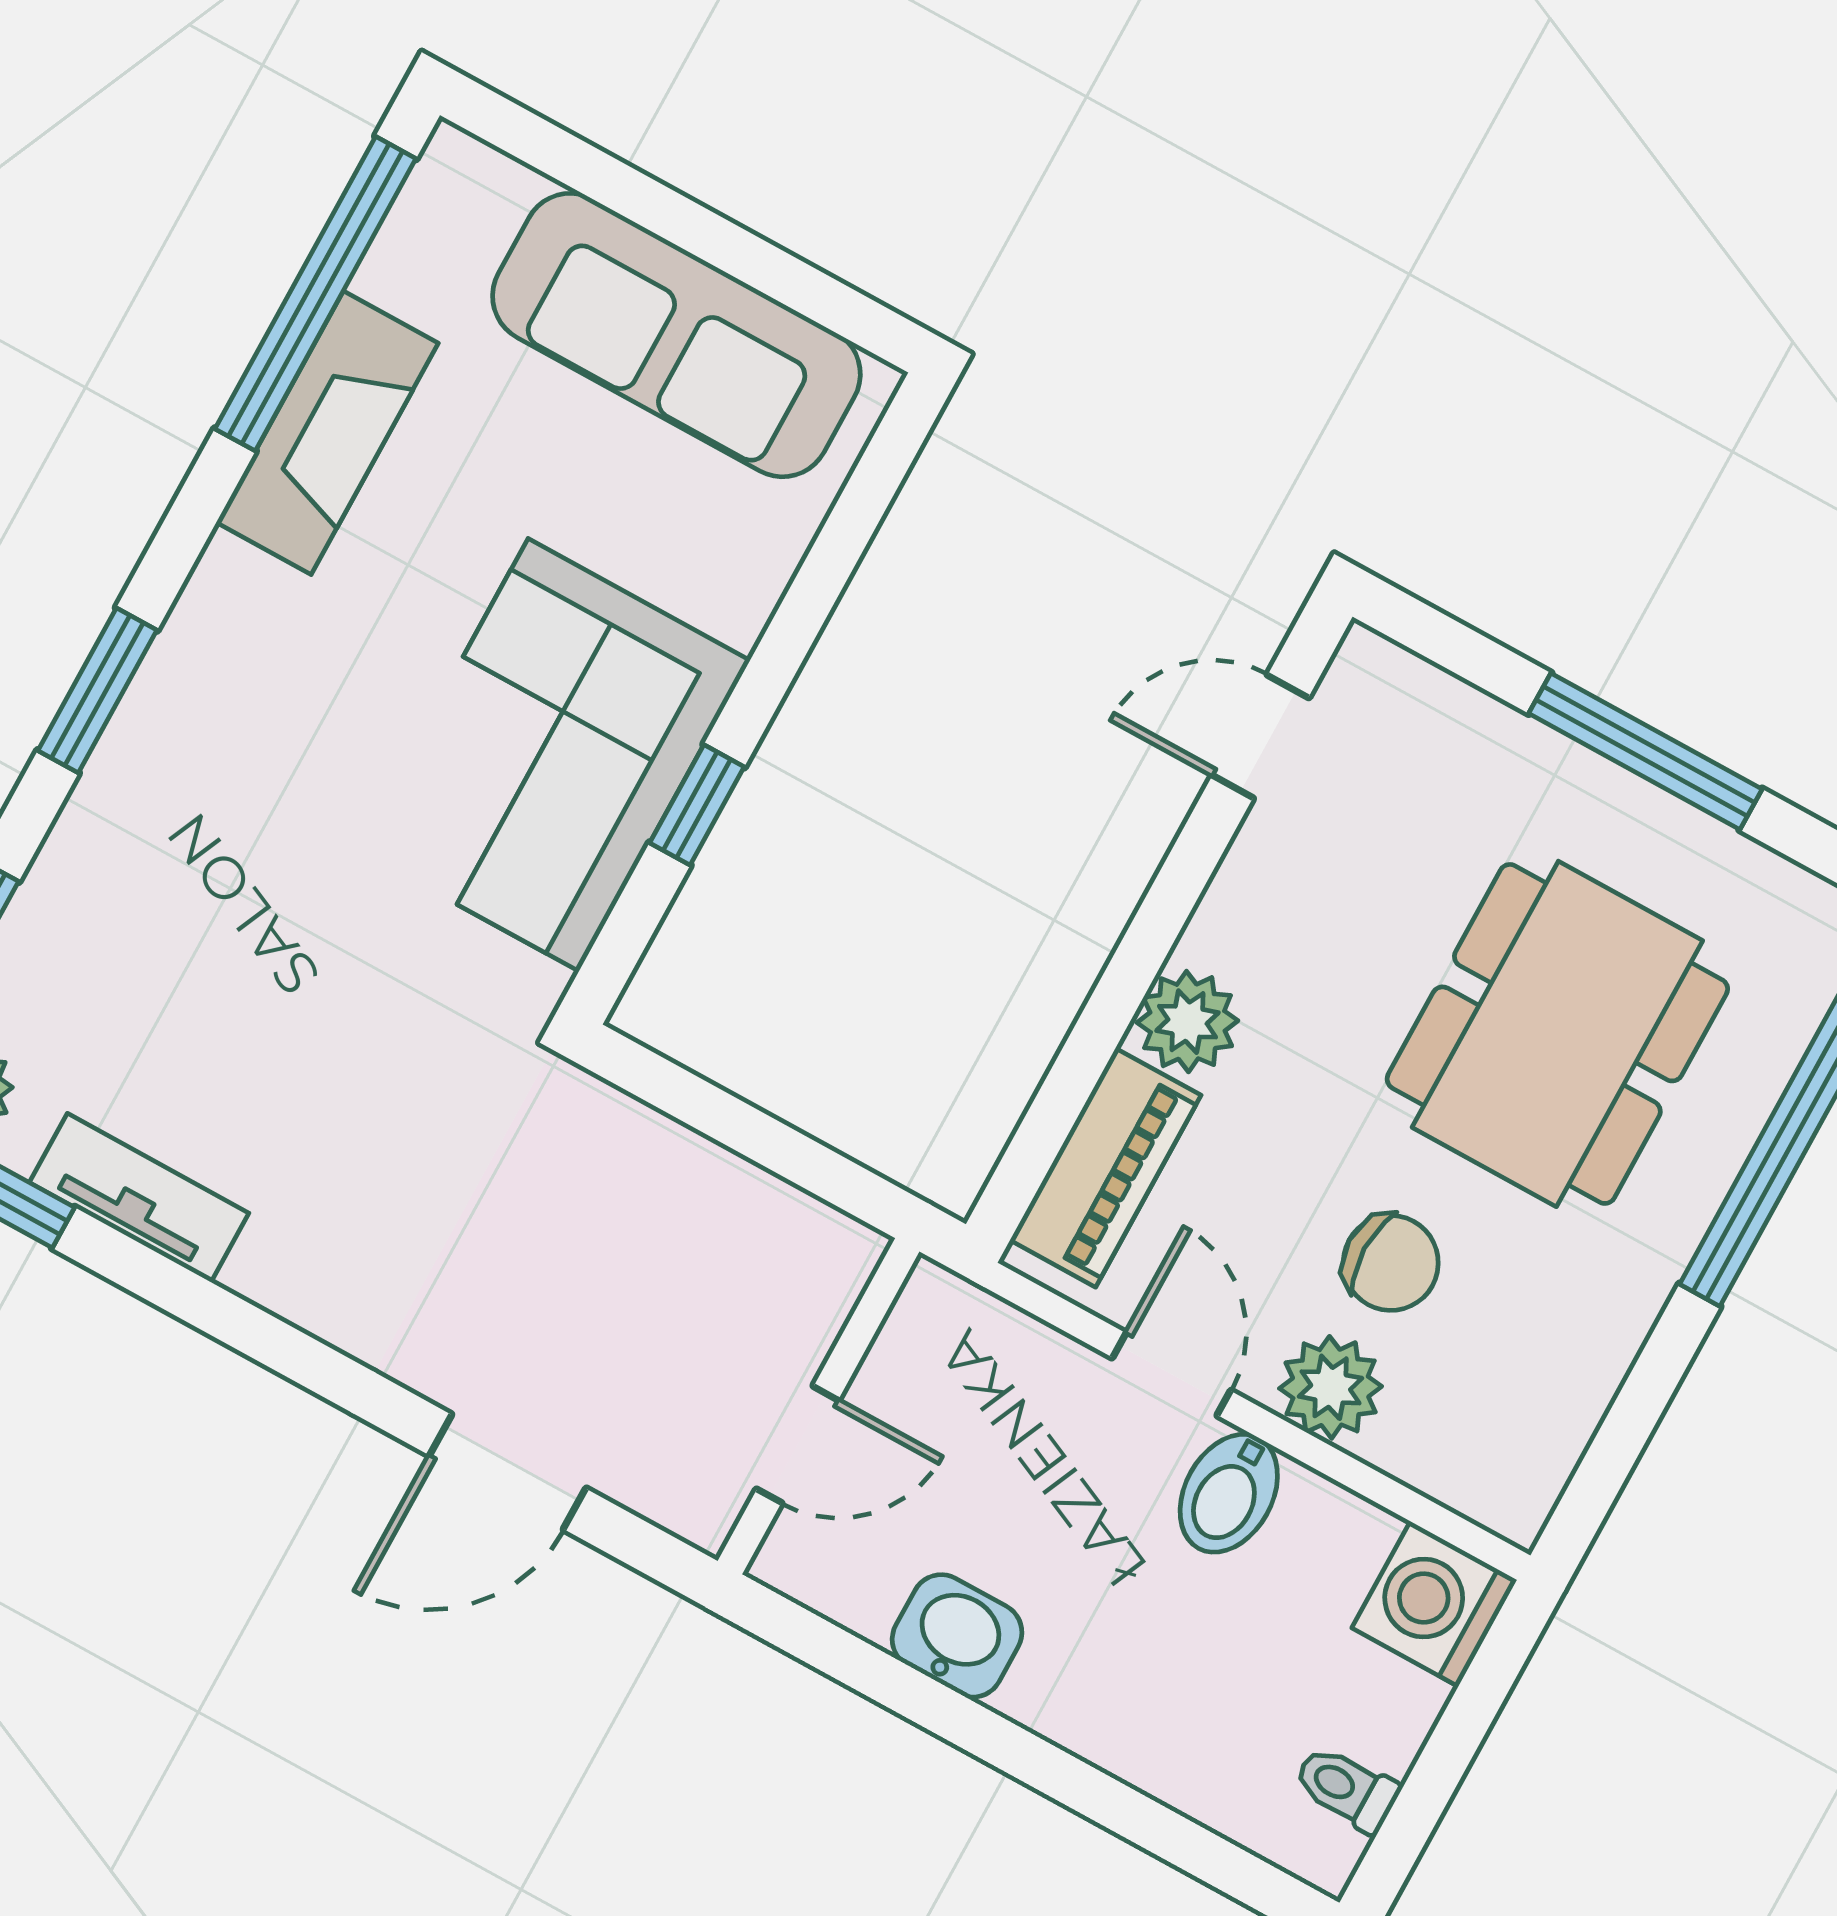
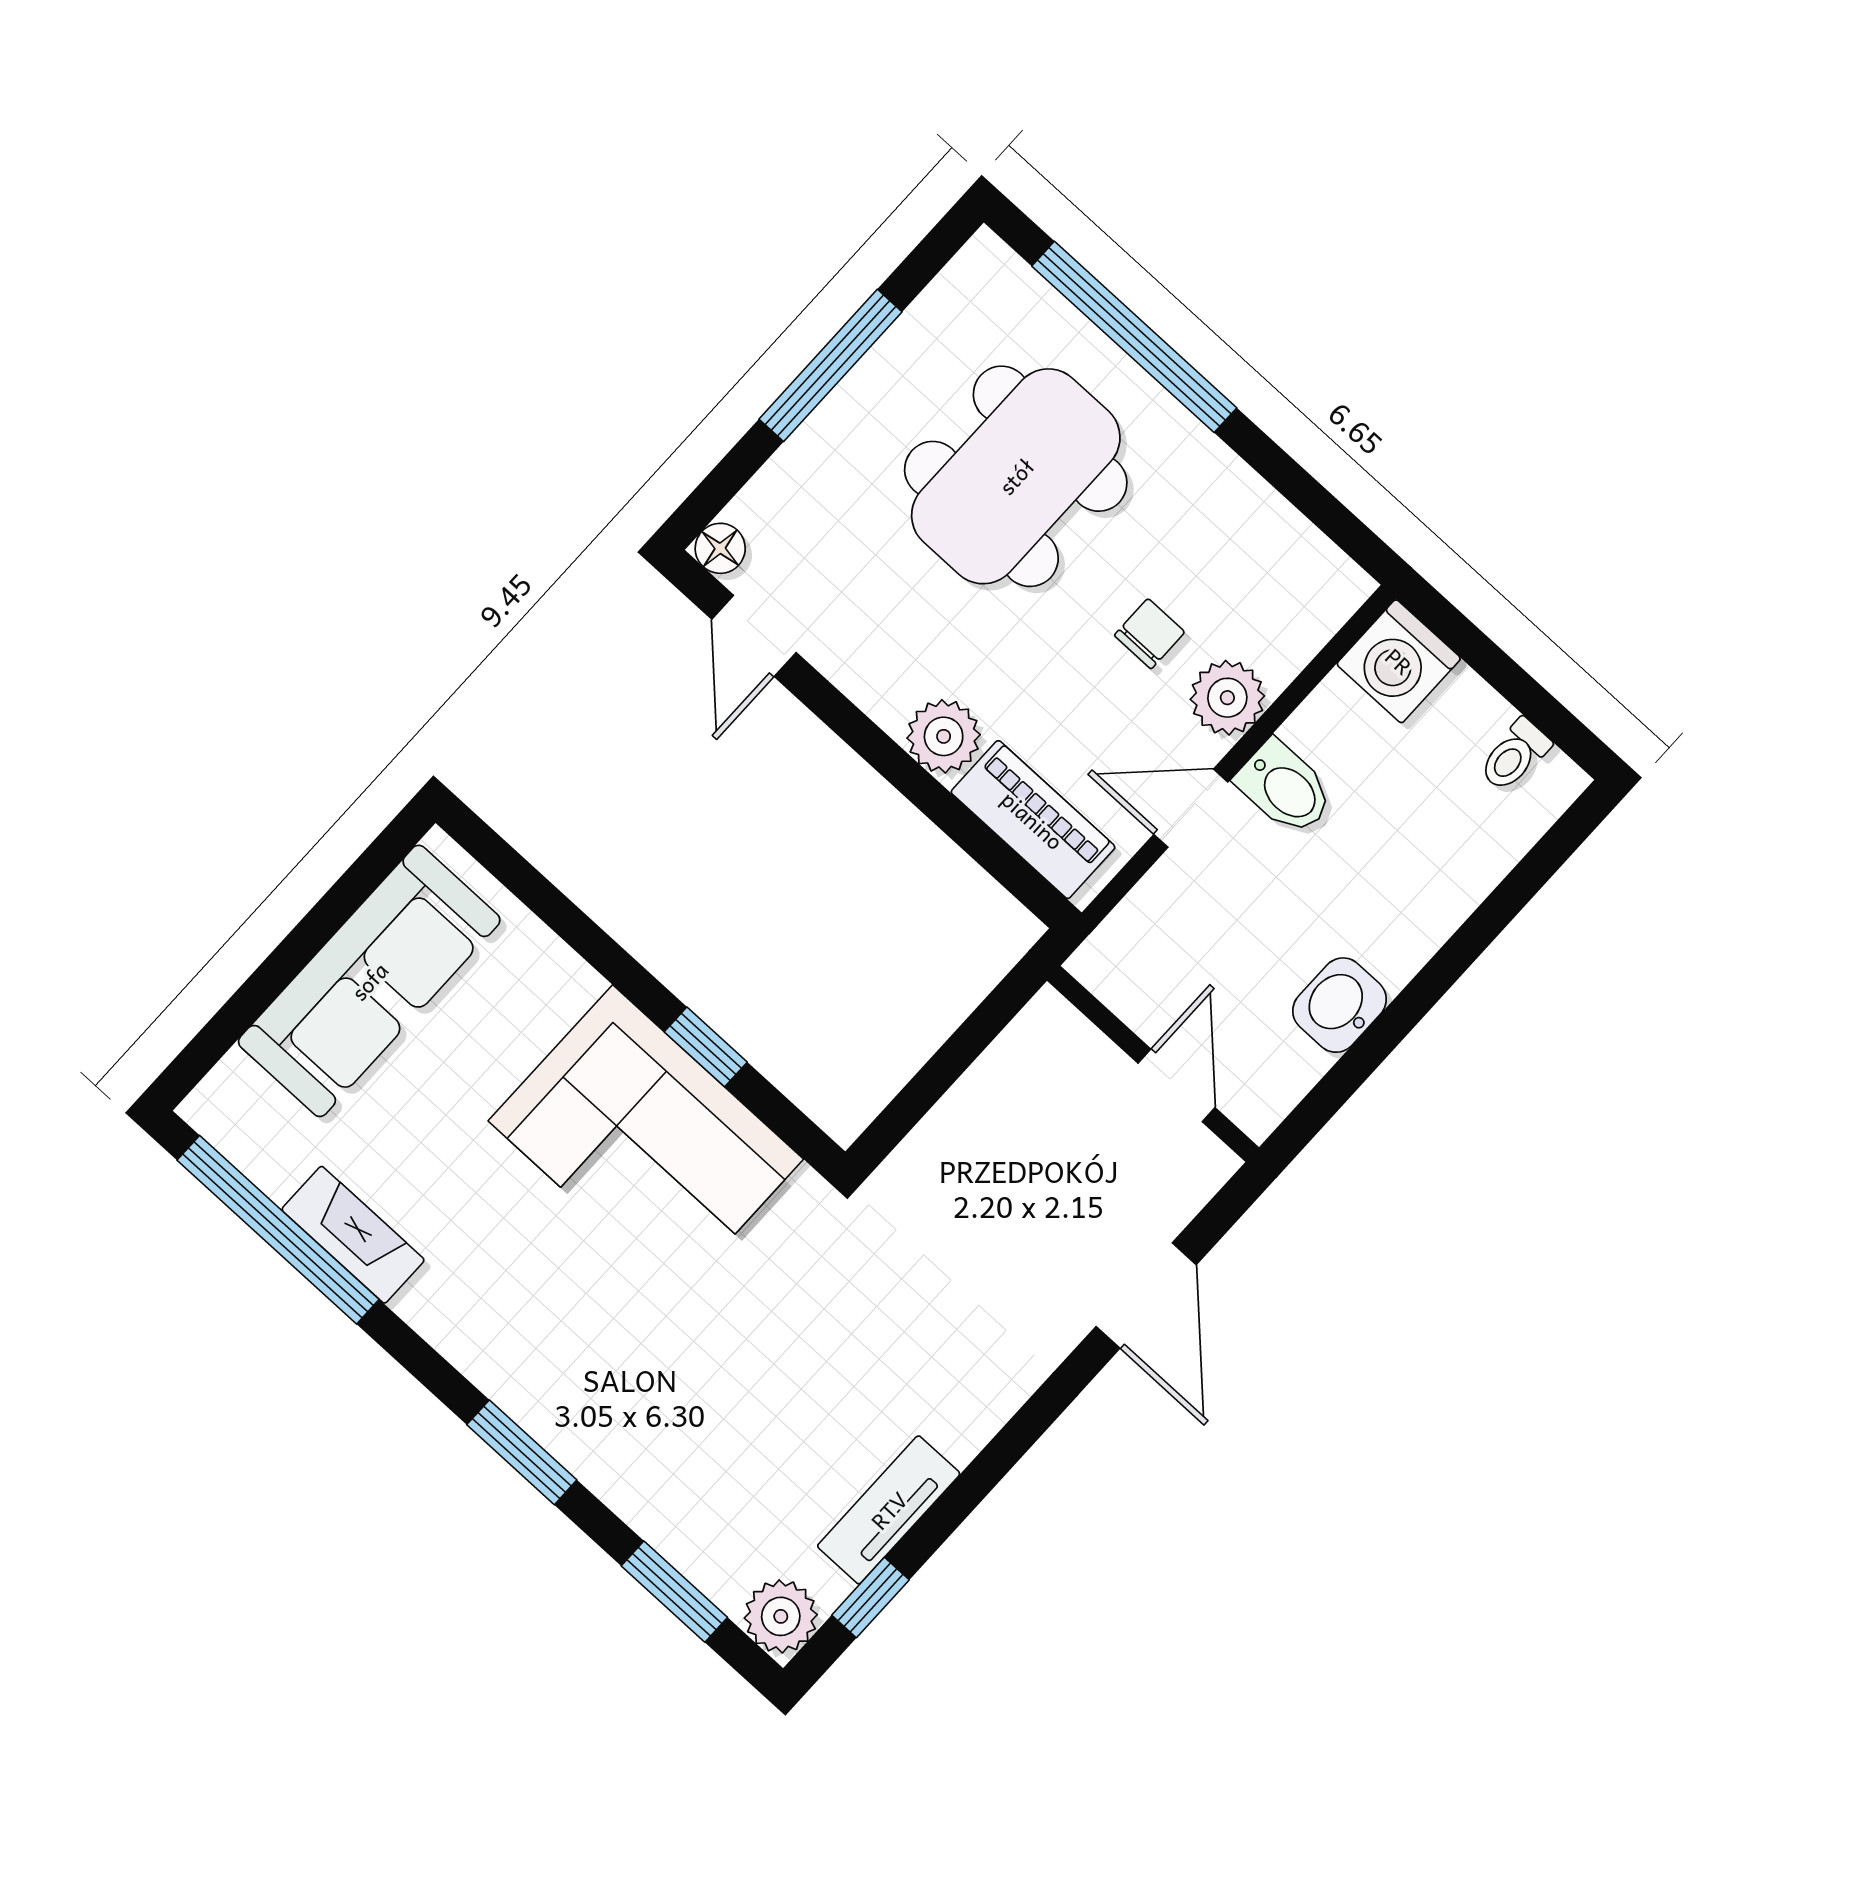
fireplace: (327, 433) -> (353, 1235), width x0.73, depth x0.76
floor lamp: (1366, 663) -> (720, 548), added
dining table: (1557, 1034) -> (1016, 476), turned 90
chair: (1391, 1263) -> (1150, 634), width x0.73, depth x0.73

